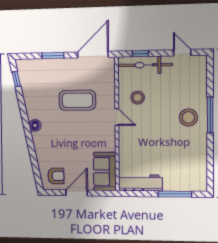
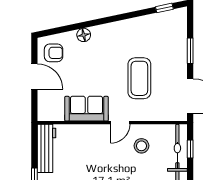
floor lamp: (35, 125) -> (84, 35), moved
sofa: (105, 171) -> (87, 109), moved
armchair: (56, 176) -> (54, 53), turned -90

